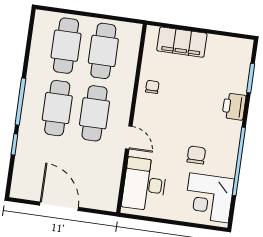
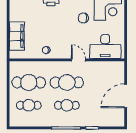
cafe table: (66, 46) -> (29, 105), width x0.73, depth x0.74
cafe table: (57, 108) -> (67, 105), width x0.73, depth x0.74
door: (129, 137) -> (78, 60), hinge flipped

